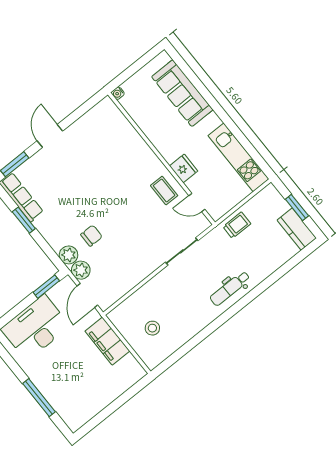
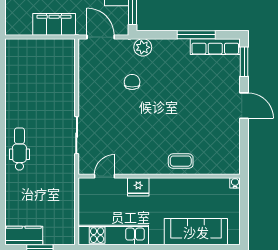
coffee table: (164, 190) -> (181, 161), moved
window: (24, 220) -> (196, 35), width x1.44
trolley: (237, 225) -> (63, 193), removed
chair: (91, 236) -> (132, 82), moved, turned 180
plant: (81, 270) -> (124, 47), removed
stool: (152, 328) -> (37, 66), removed

